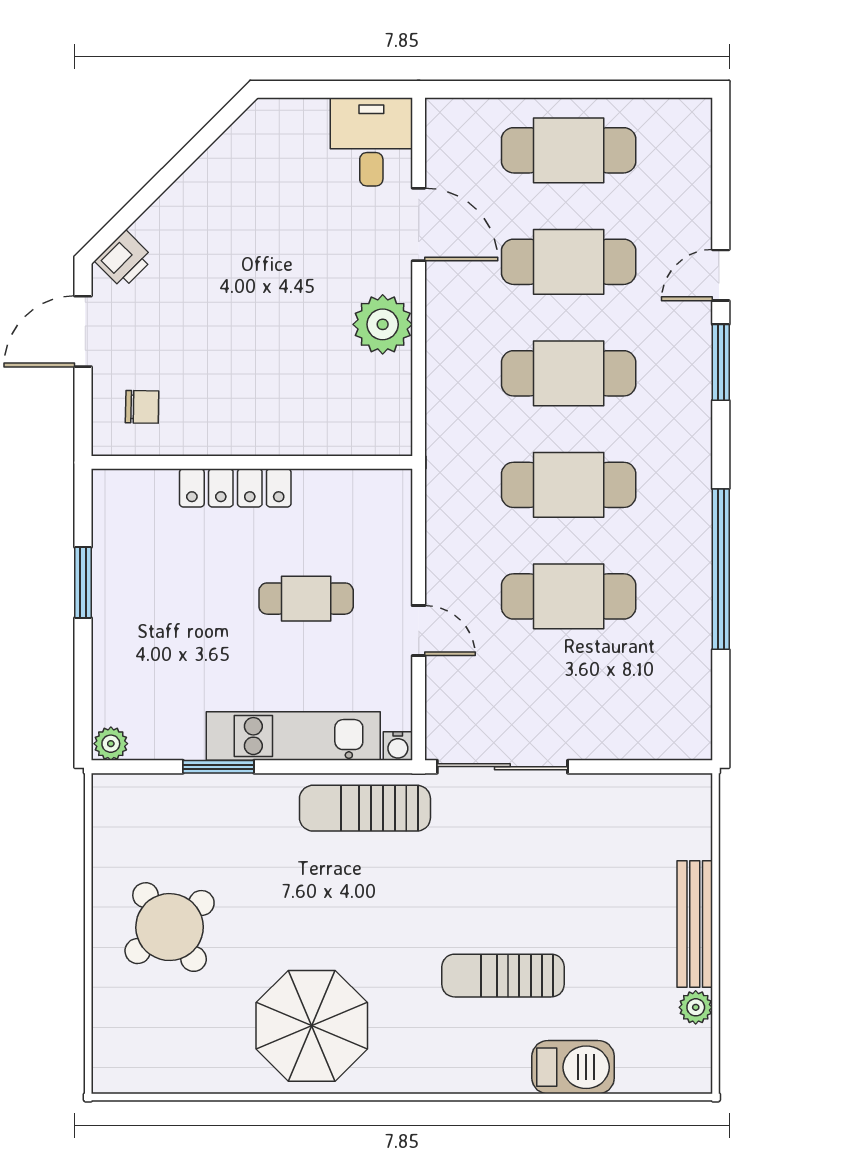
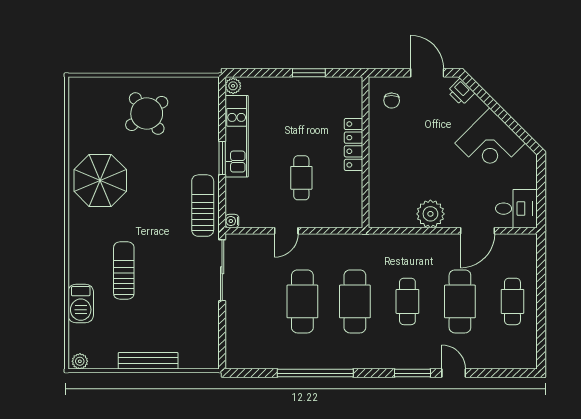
cafe table: (569, 150) -> (512, 301), width x0.73, depth x0.74
corner desk: (232, 198) -> (490, 143), added
cafe table: (569, 373) -> (407, 301), width x0.73, depth x0.74
kitchen unit: (293, 736) -> (237, 136), moved
window: (218, 767) -> (222, 158), moved
plant: (696, 1007) -> (80, 361), moved

